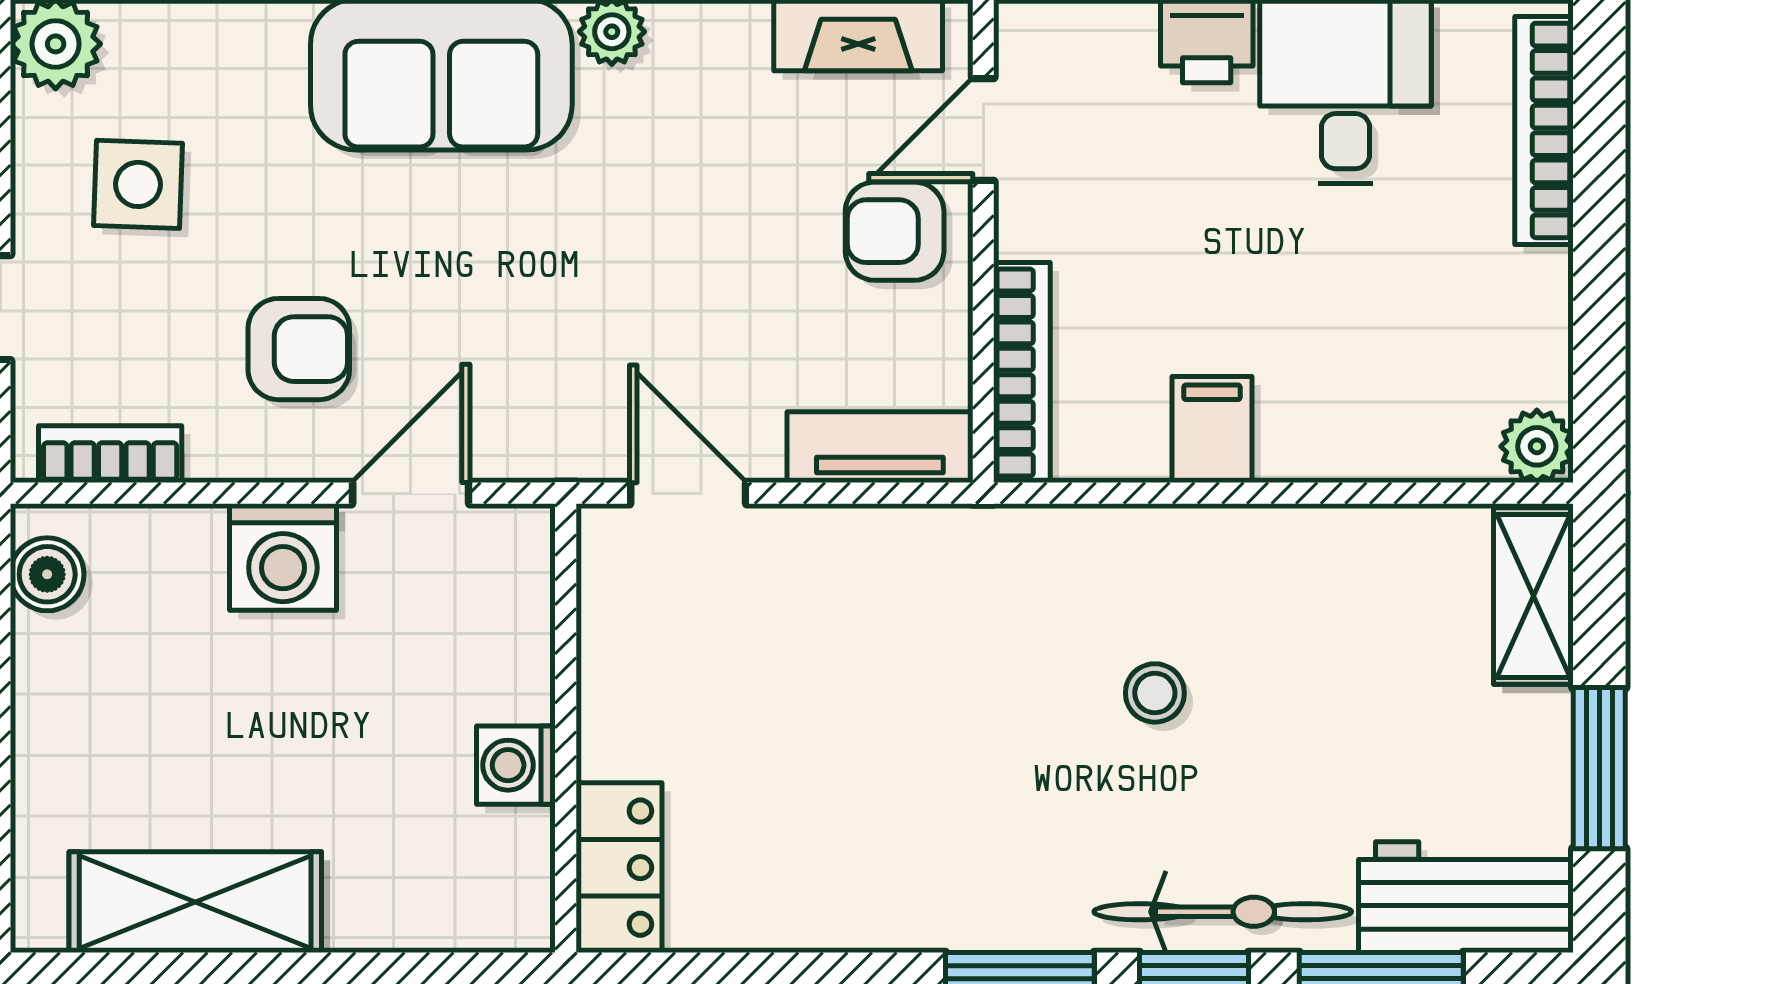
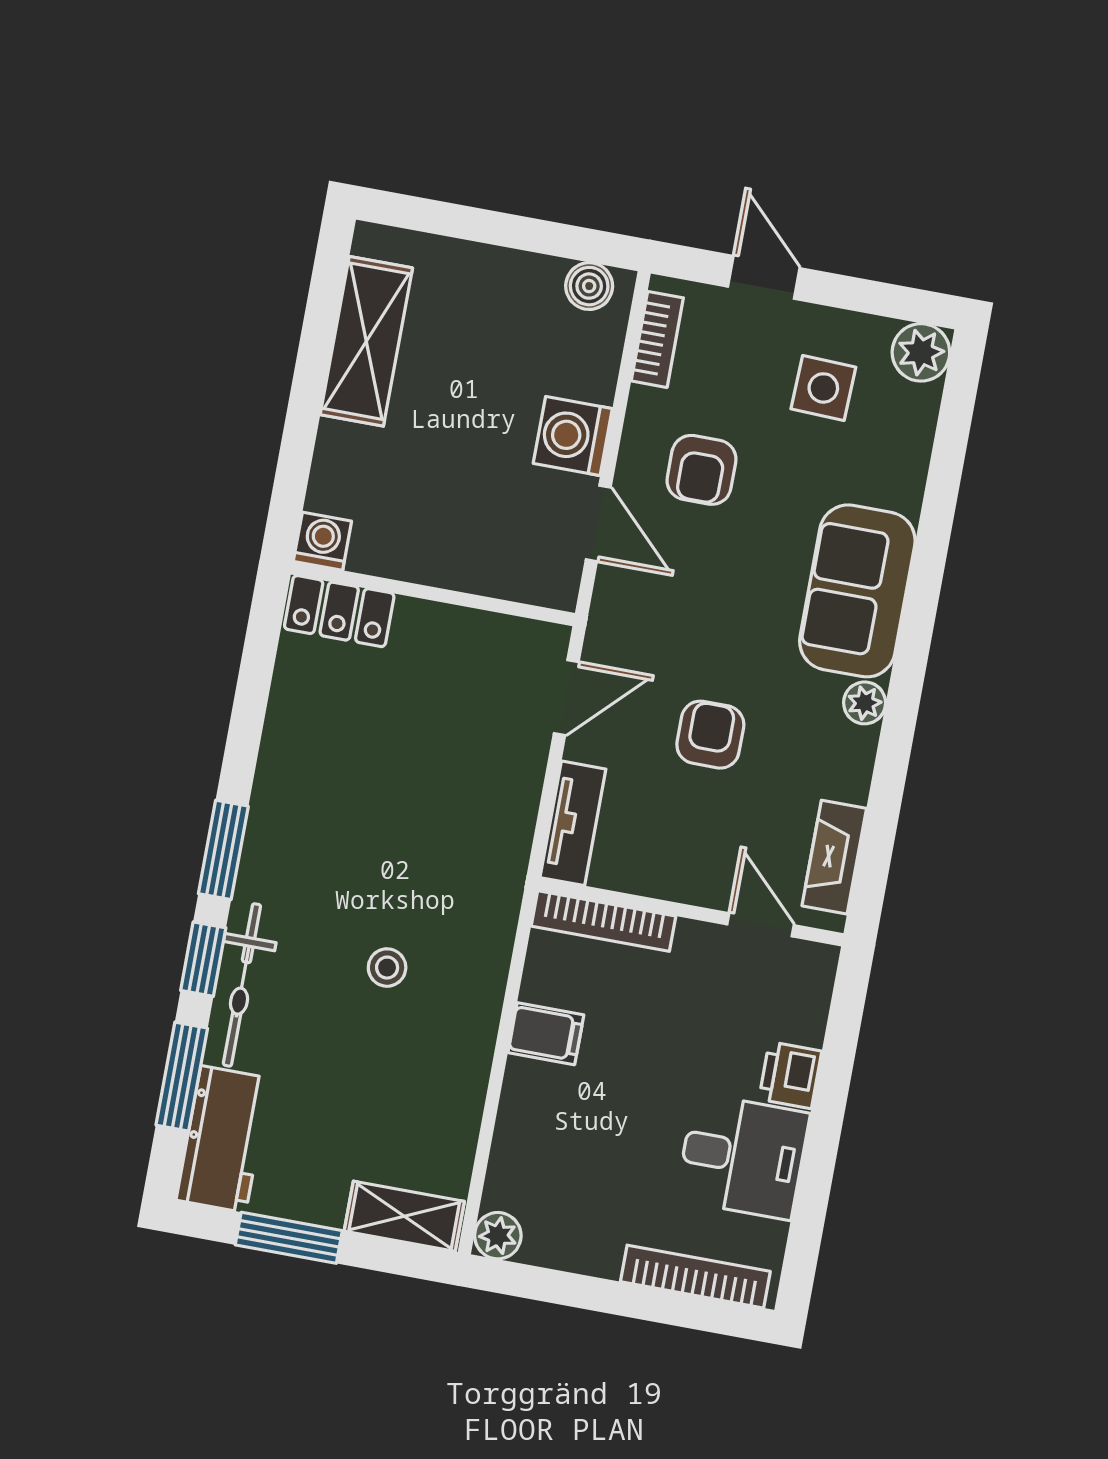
armchair: (895, 231) -> (710, 735), moved
washing machine: (516, 765) -> (322, 541), moved

